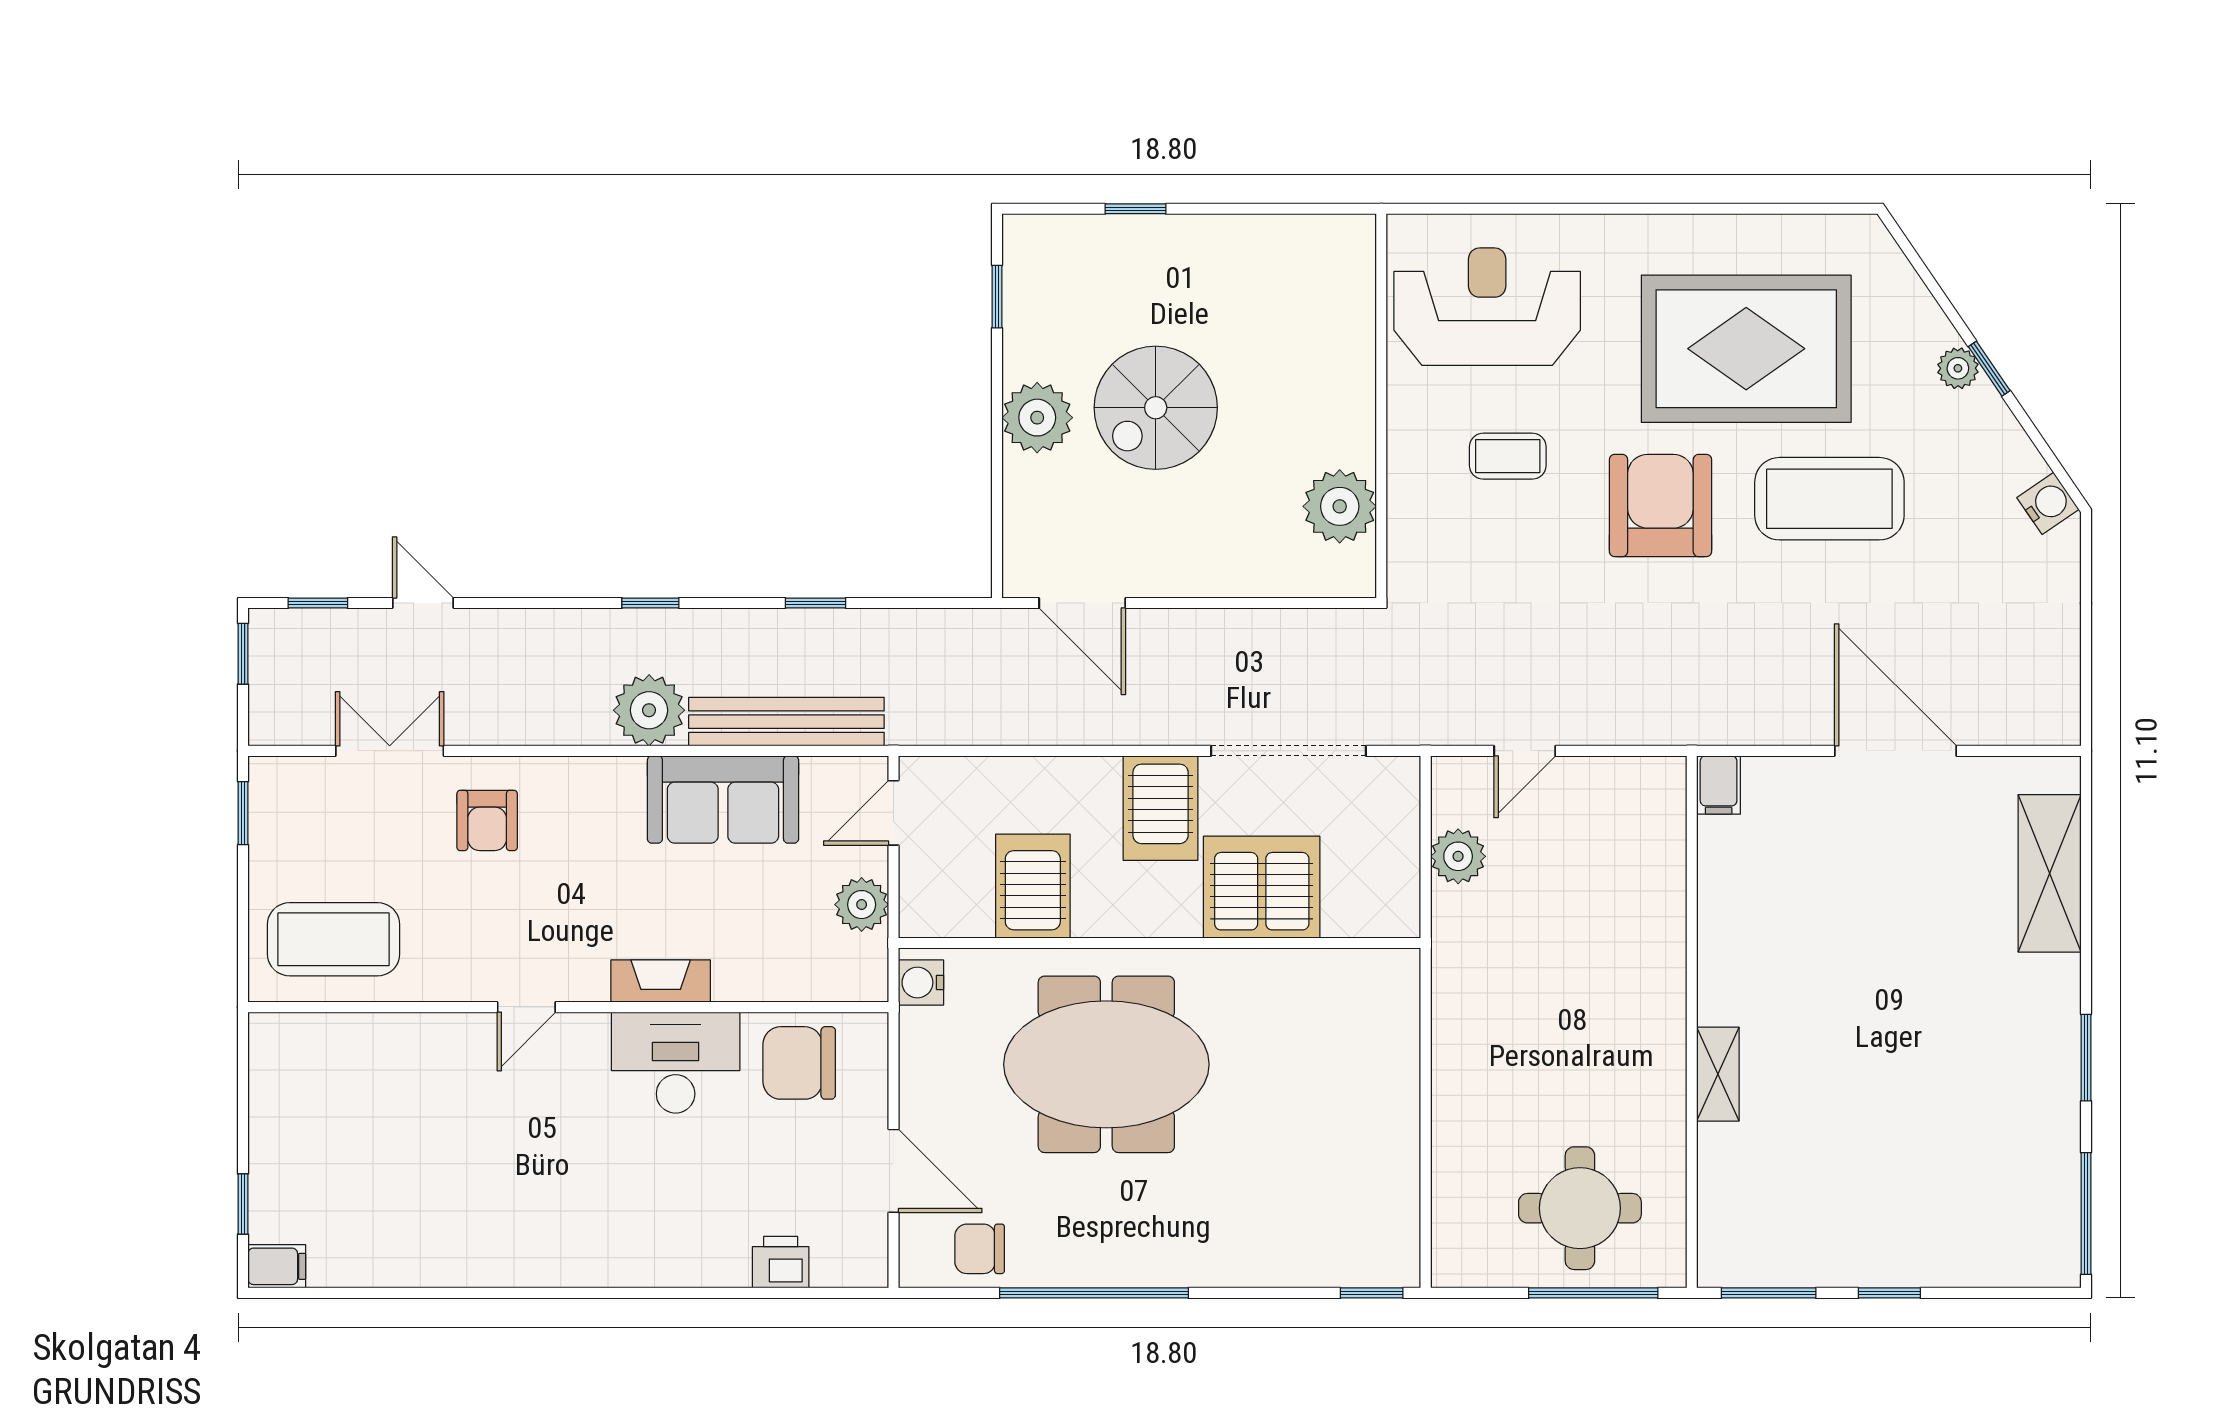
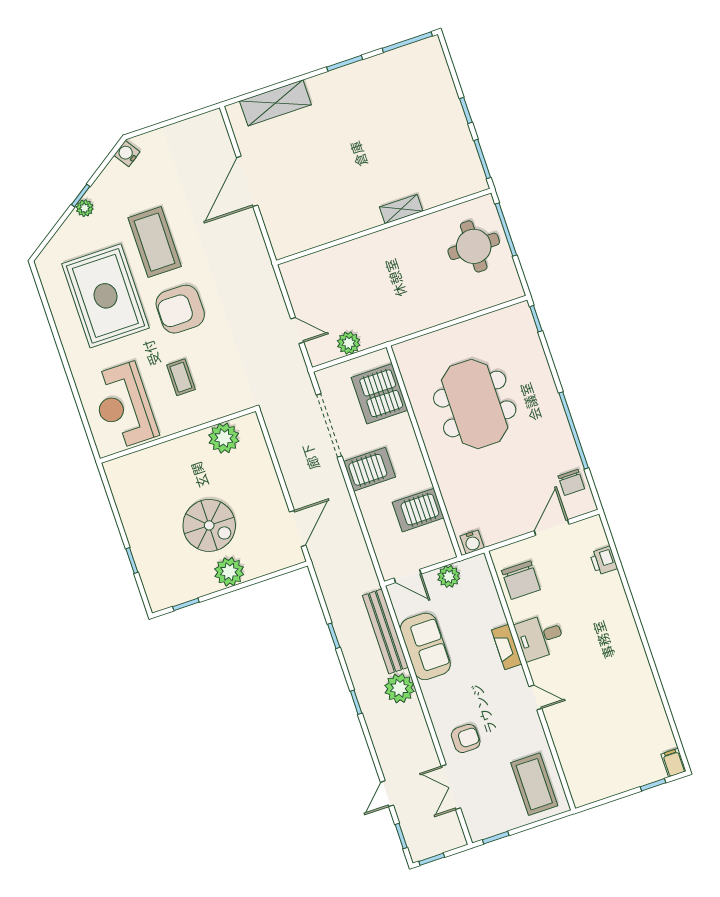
filing cabinet: (1719, 785) -> (285, 248), removed
server rack: (1262, 887) -> (380, 394), moved
desk: (676, 1063) -> (540, 637), width x0.73
meeting table: (1106, 1064) -> (475, 404), moved

